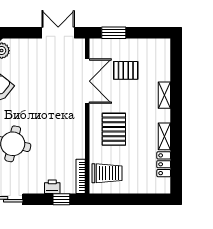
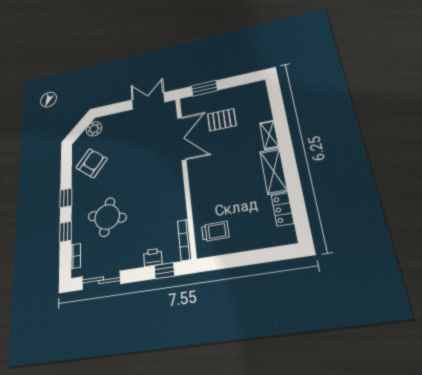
pallet: (114, 129) -> (217, 181), removed
shelving: (164, 136) -> (274, 171), width x1.50, depth x1.33
trolley: (107, 173) -> (215, 231), width x0.73, depth x0.72

